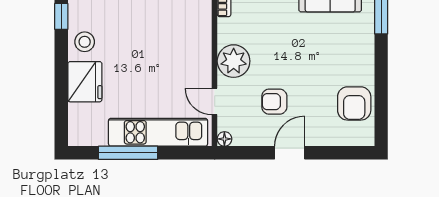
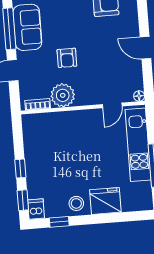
plant: (234, 61) -> (63, 95), moved
armchair: (274, 102) -> (67, 58), moved

